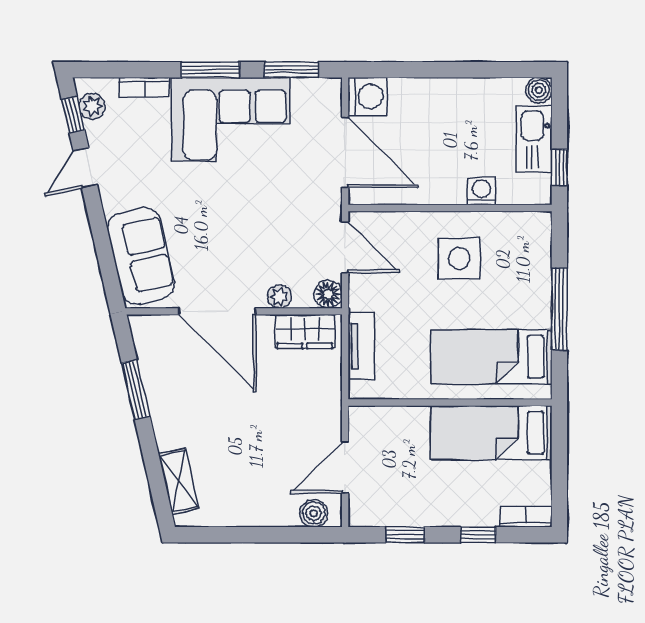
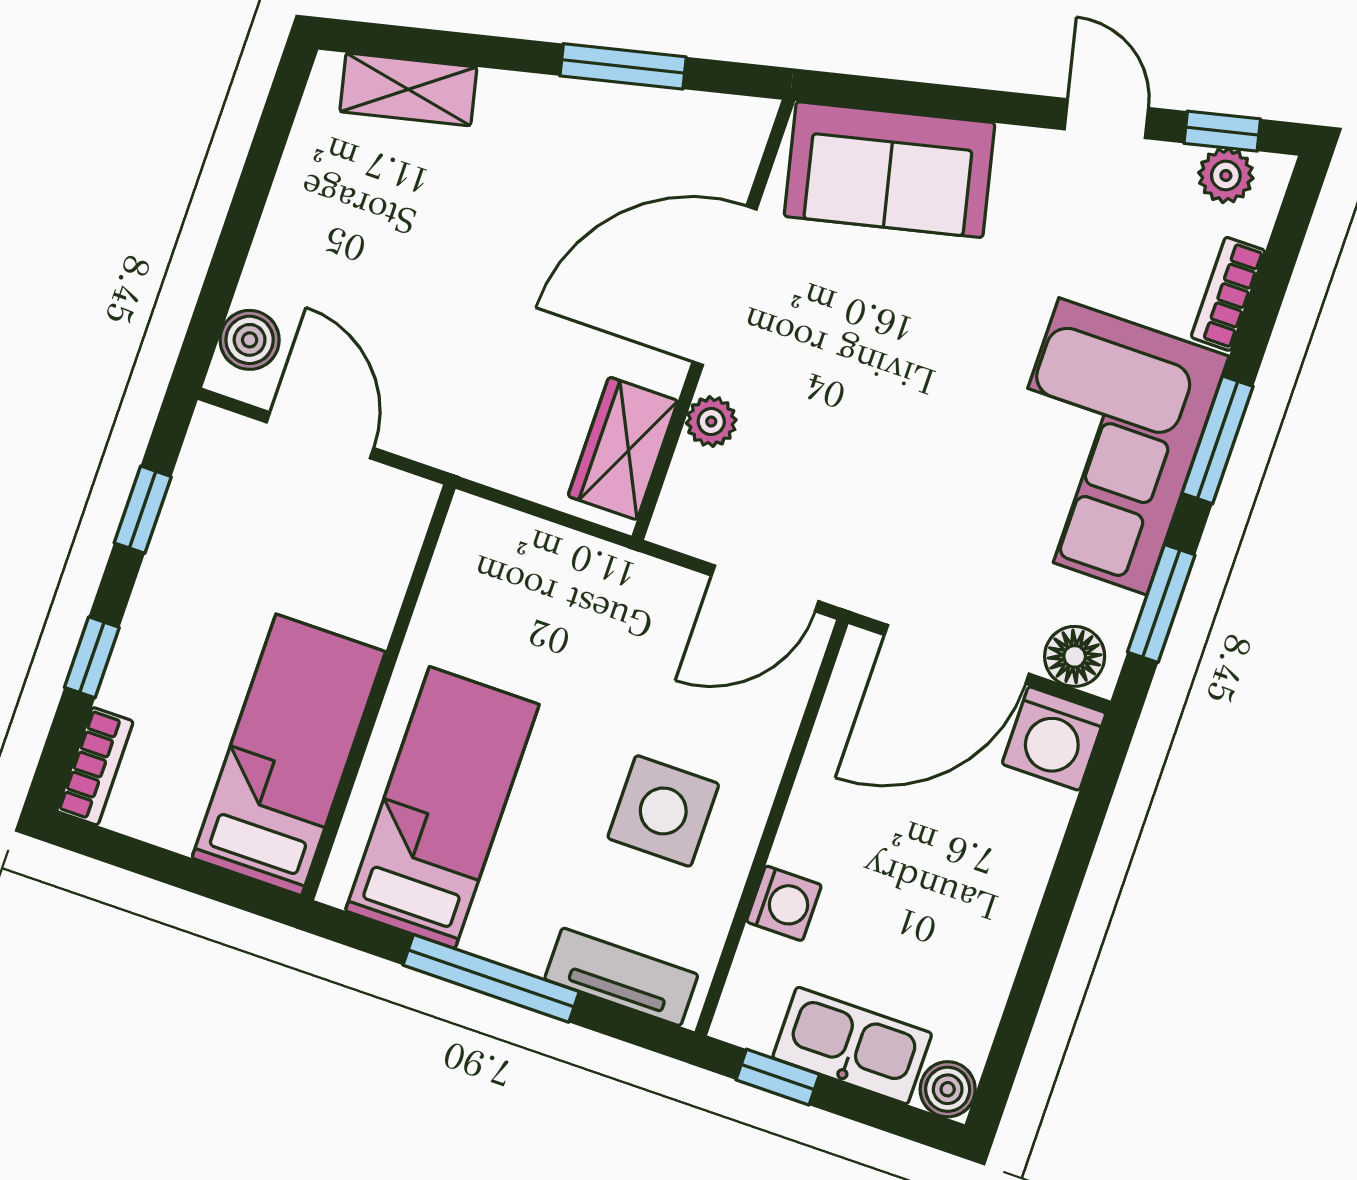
floor lamp: (328, 294) -> (1075, 656), moved
tv unit: (361, 346) -> (621, 977), moved, turned 180

